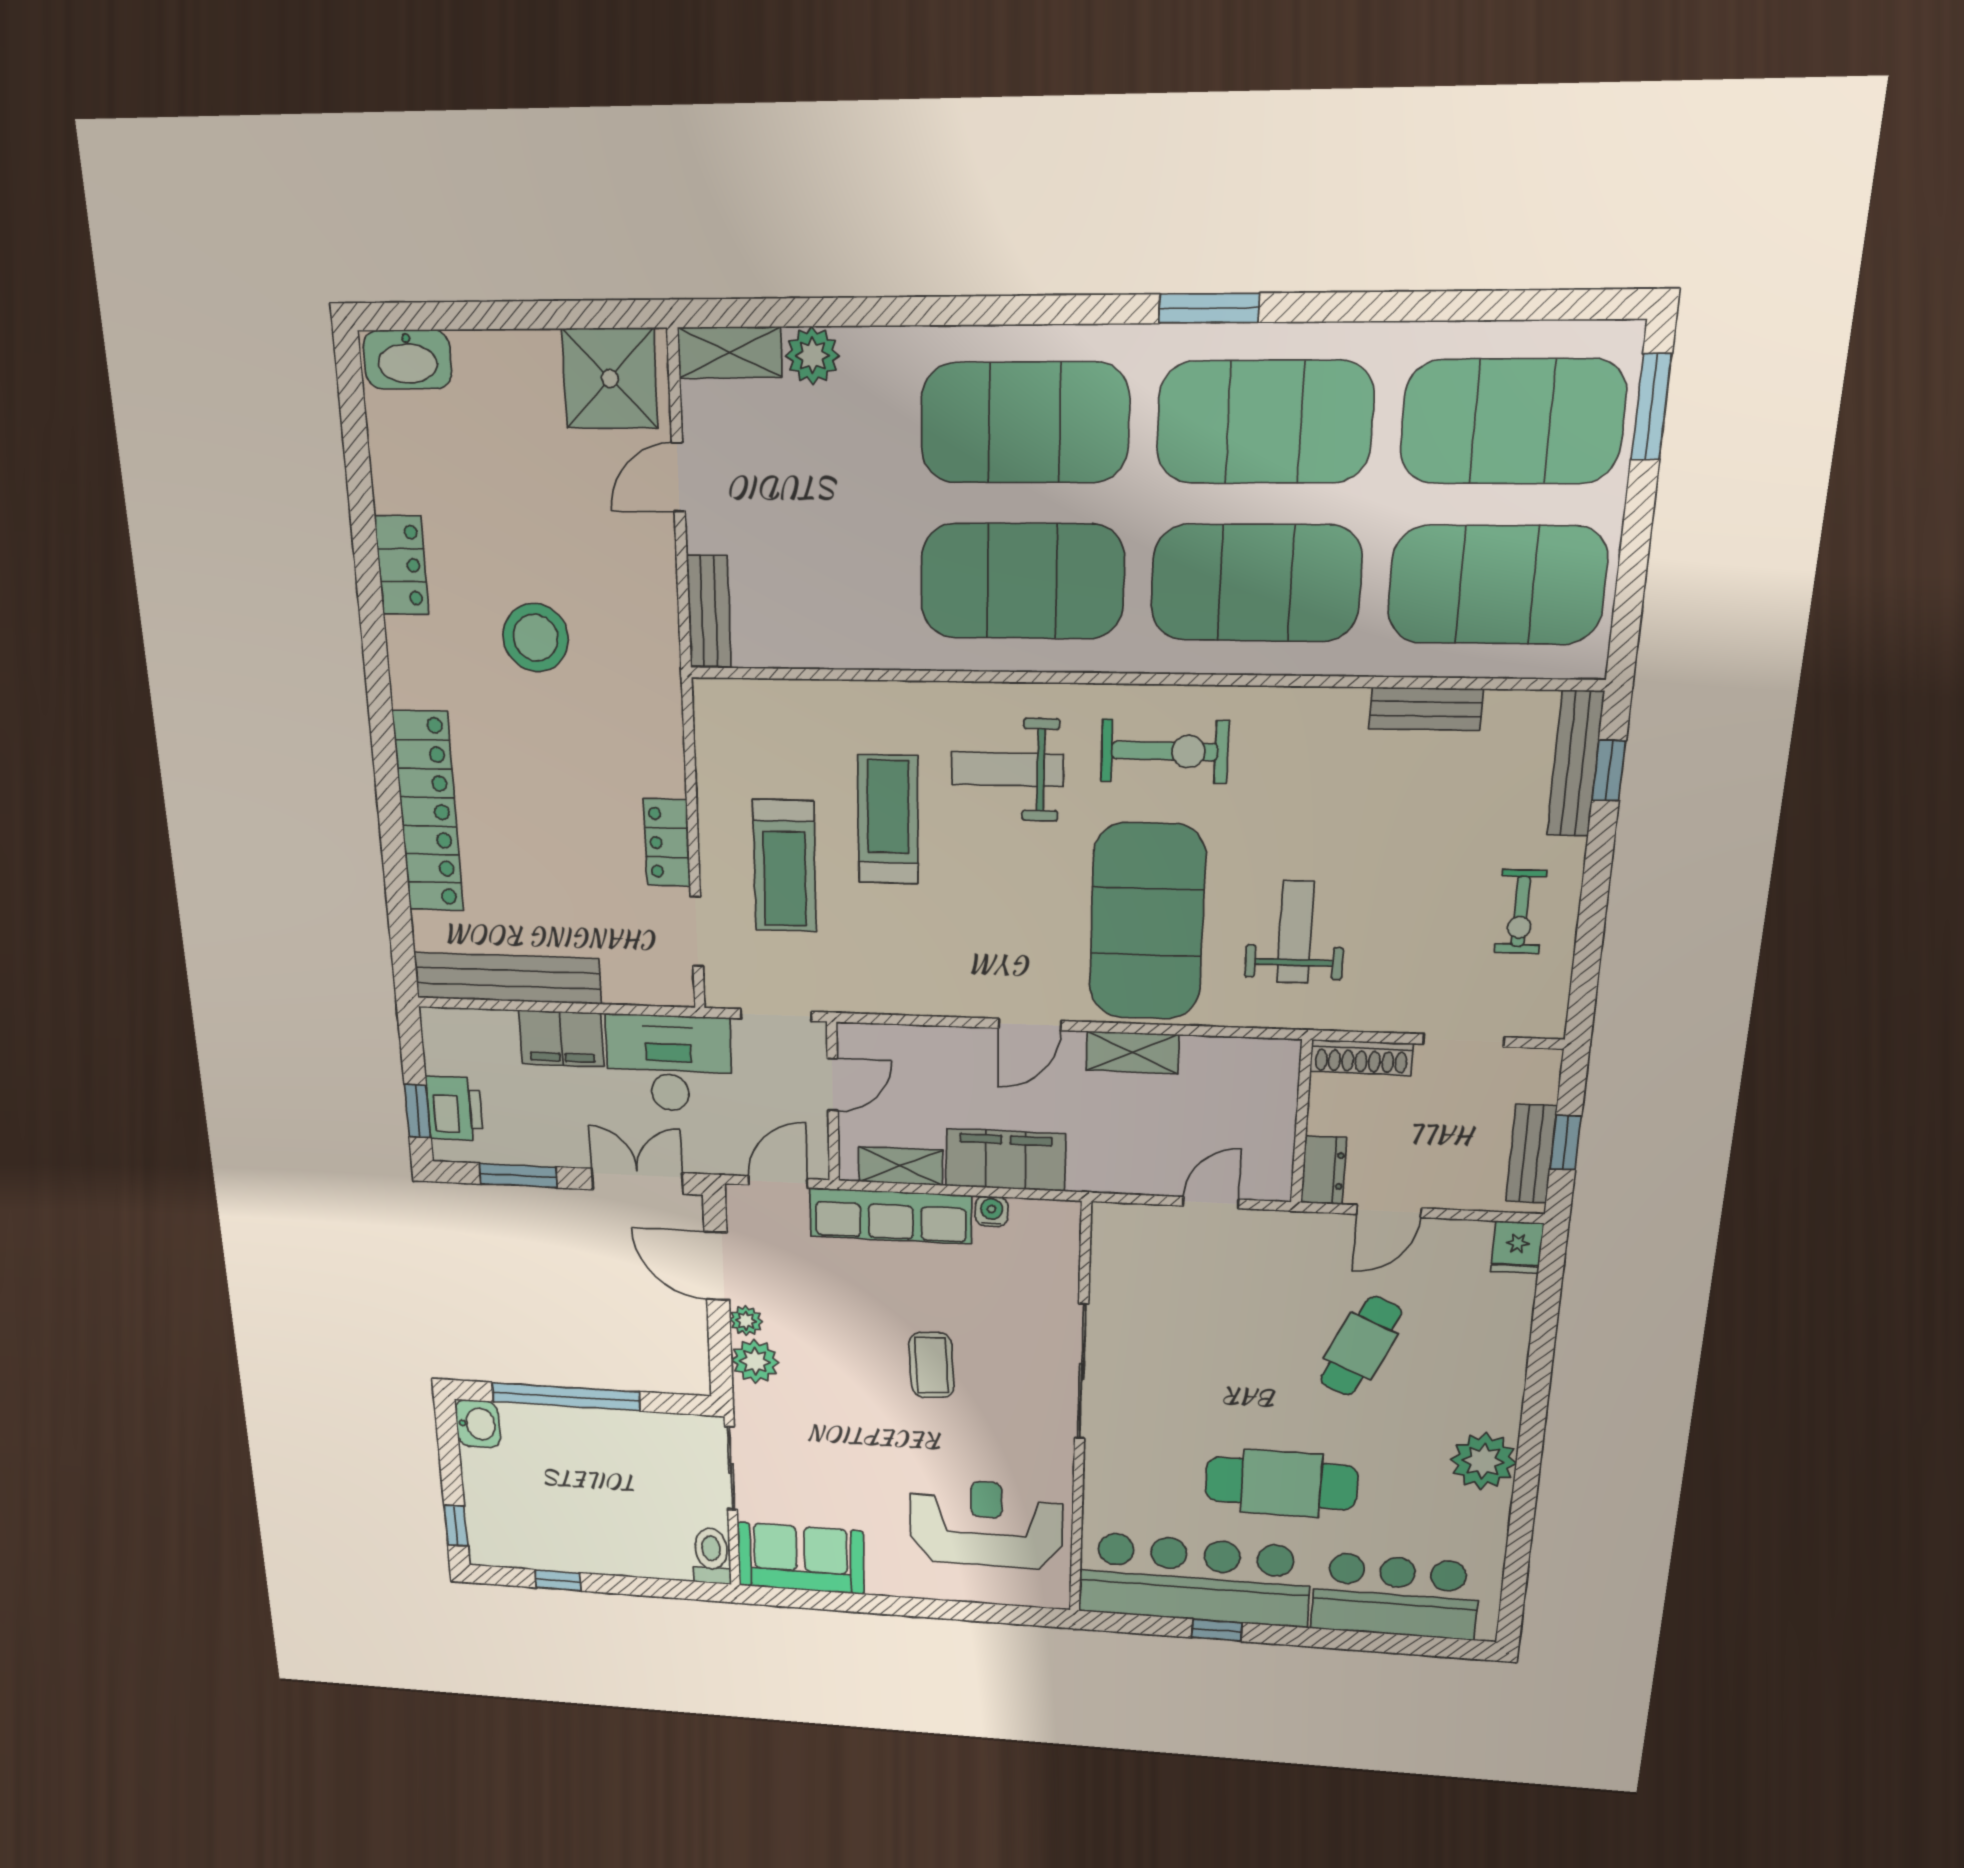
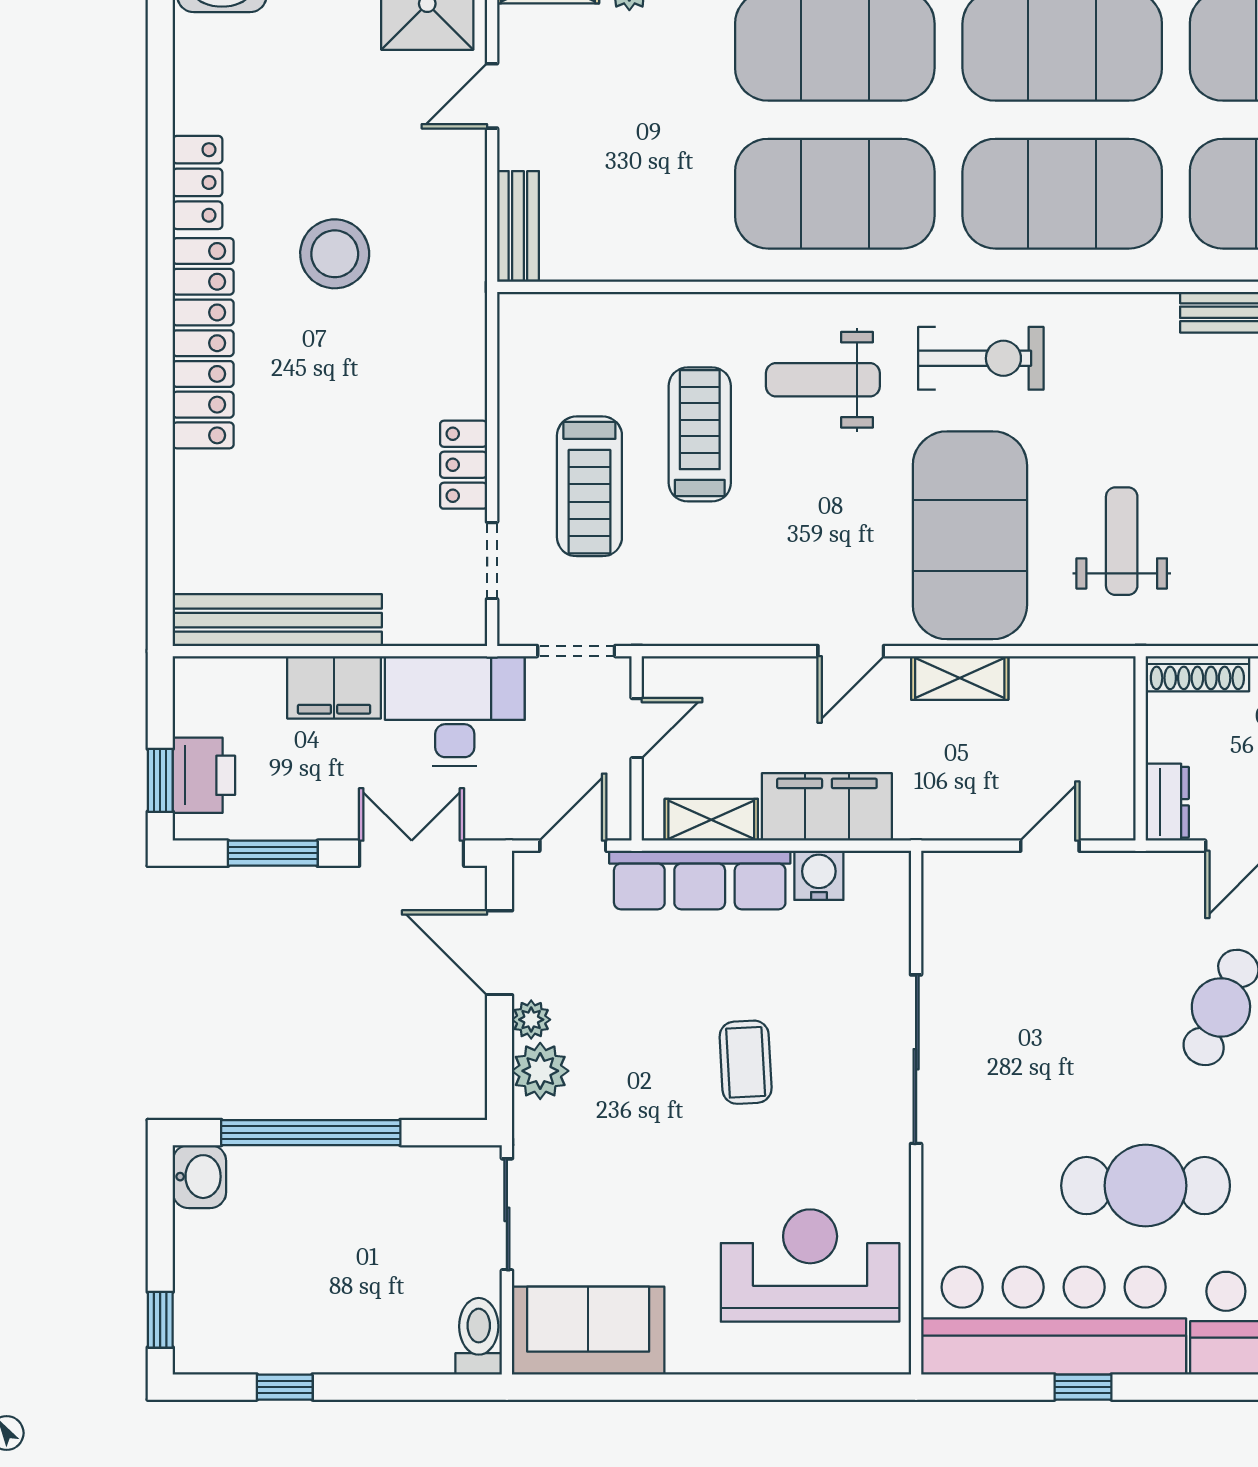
locker: (428, 812) -> (203, 343), moved
water cooler: (991, 1211) -> (819, 875), width x1.38, depth x1.38

